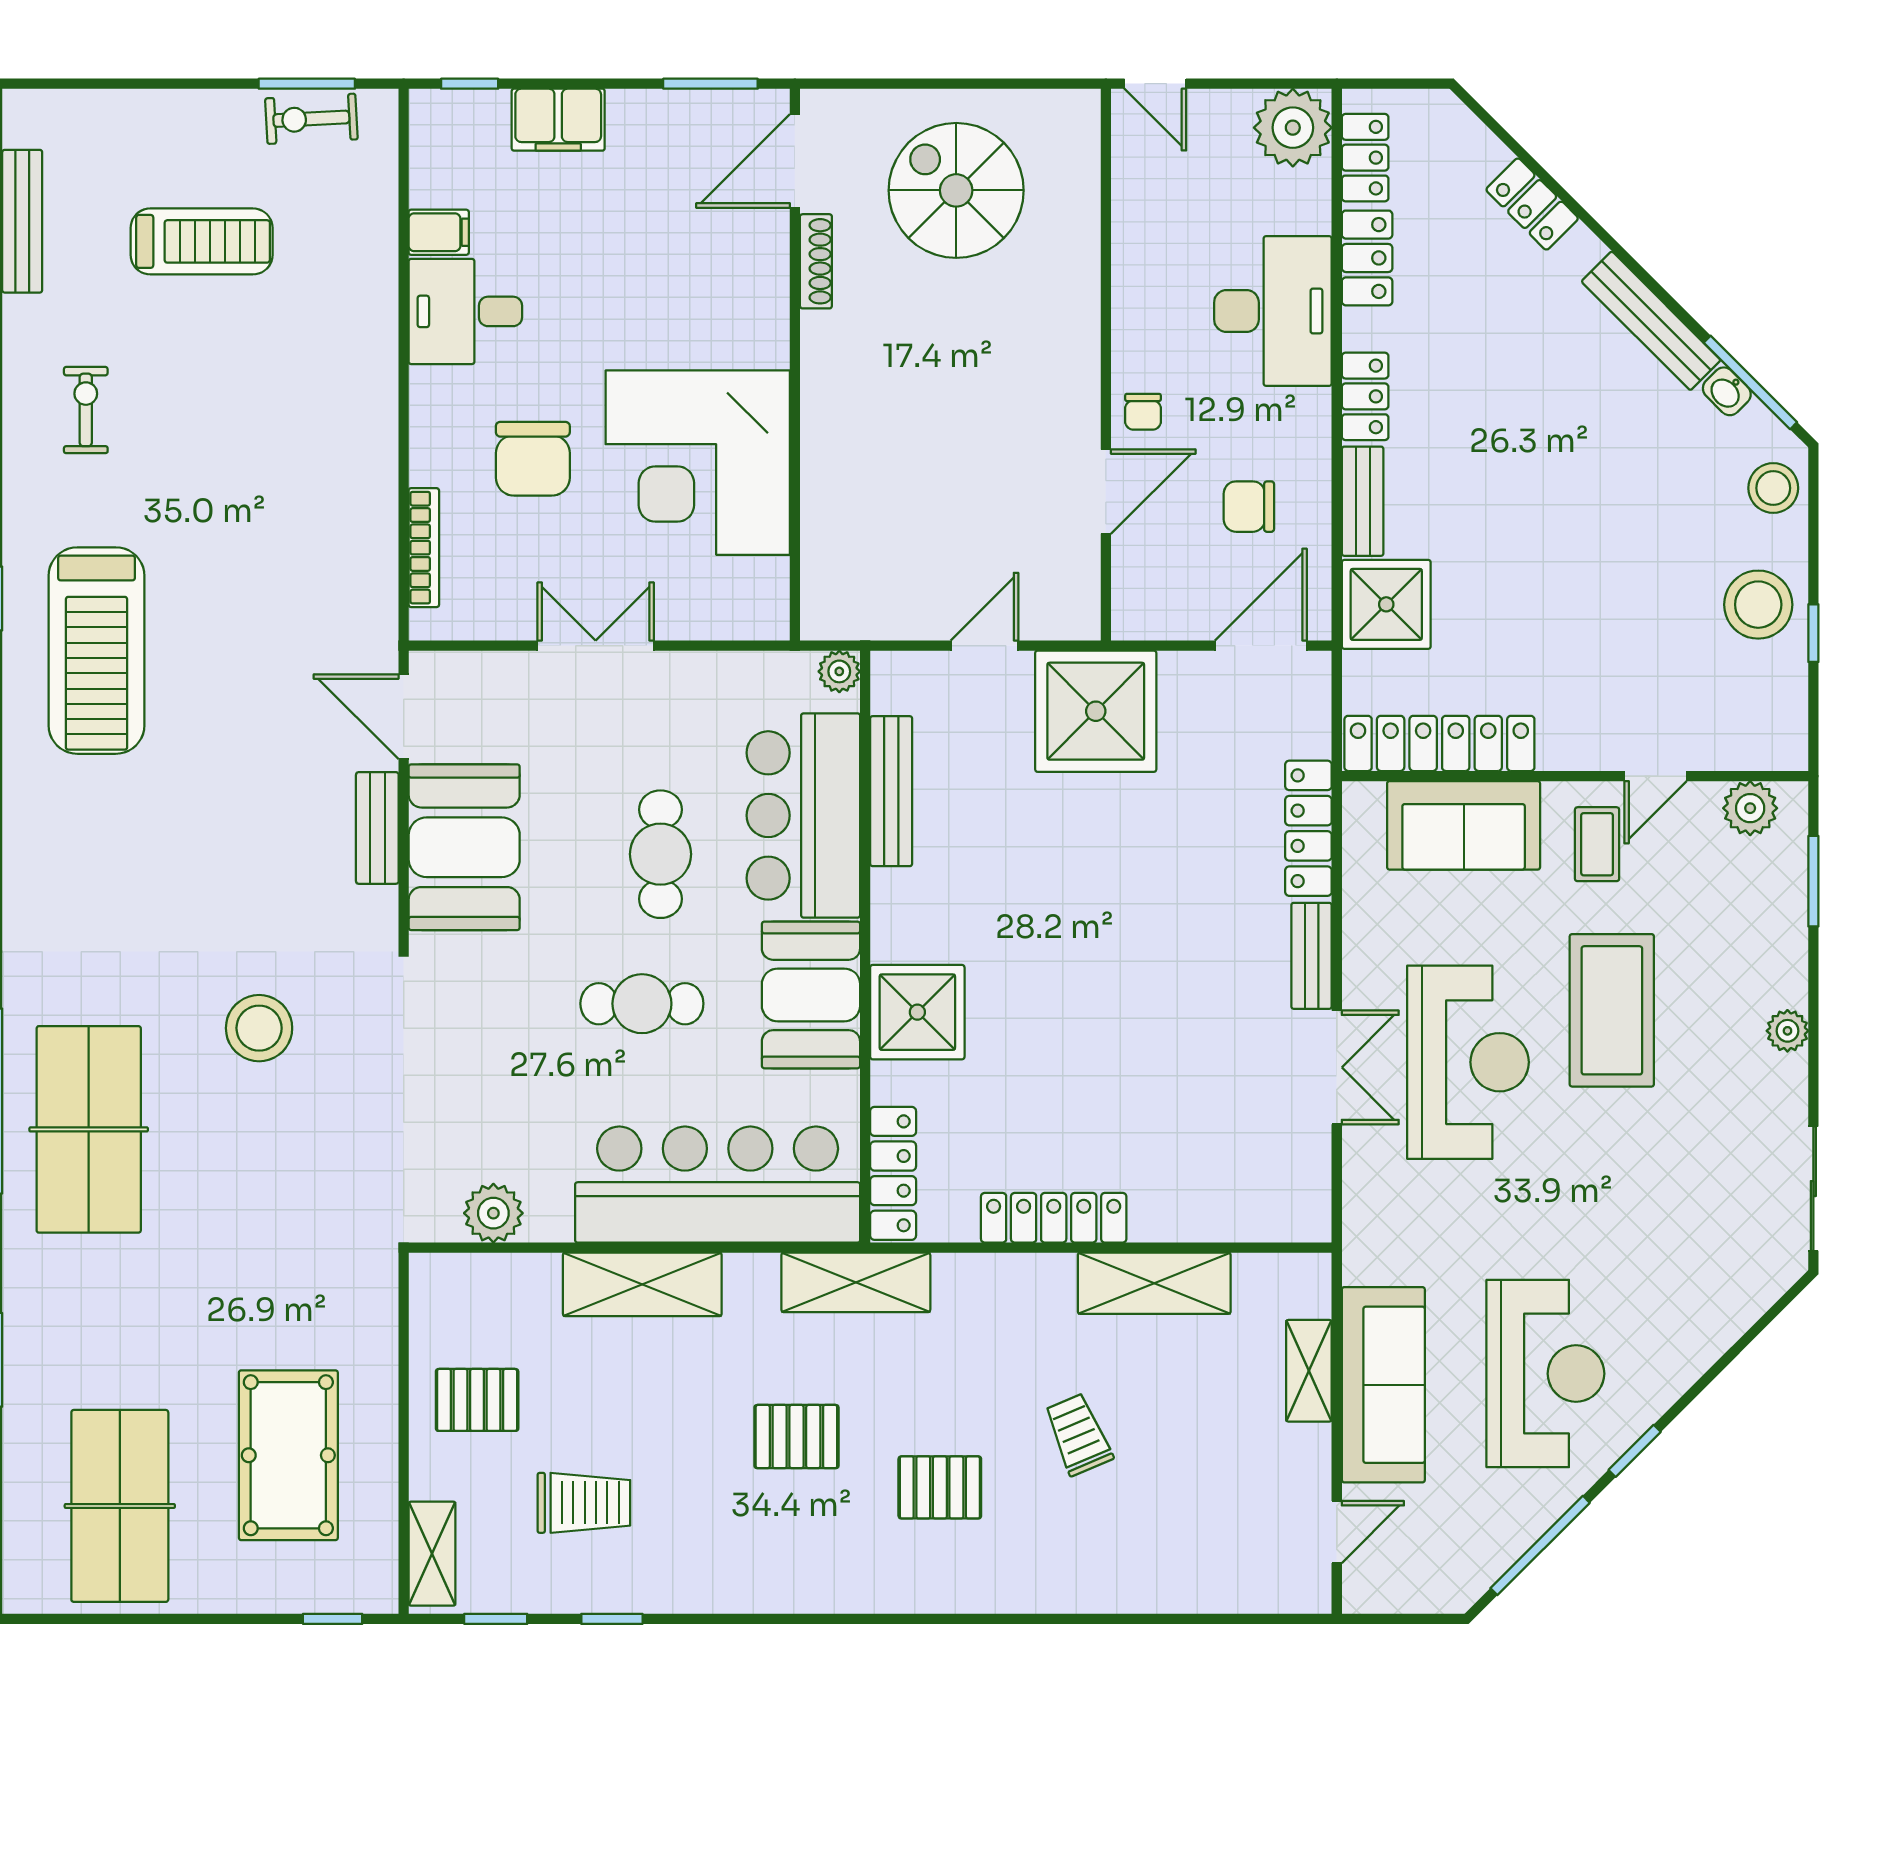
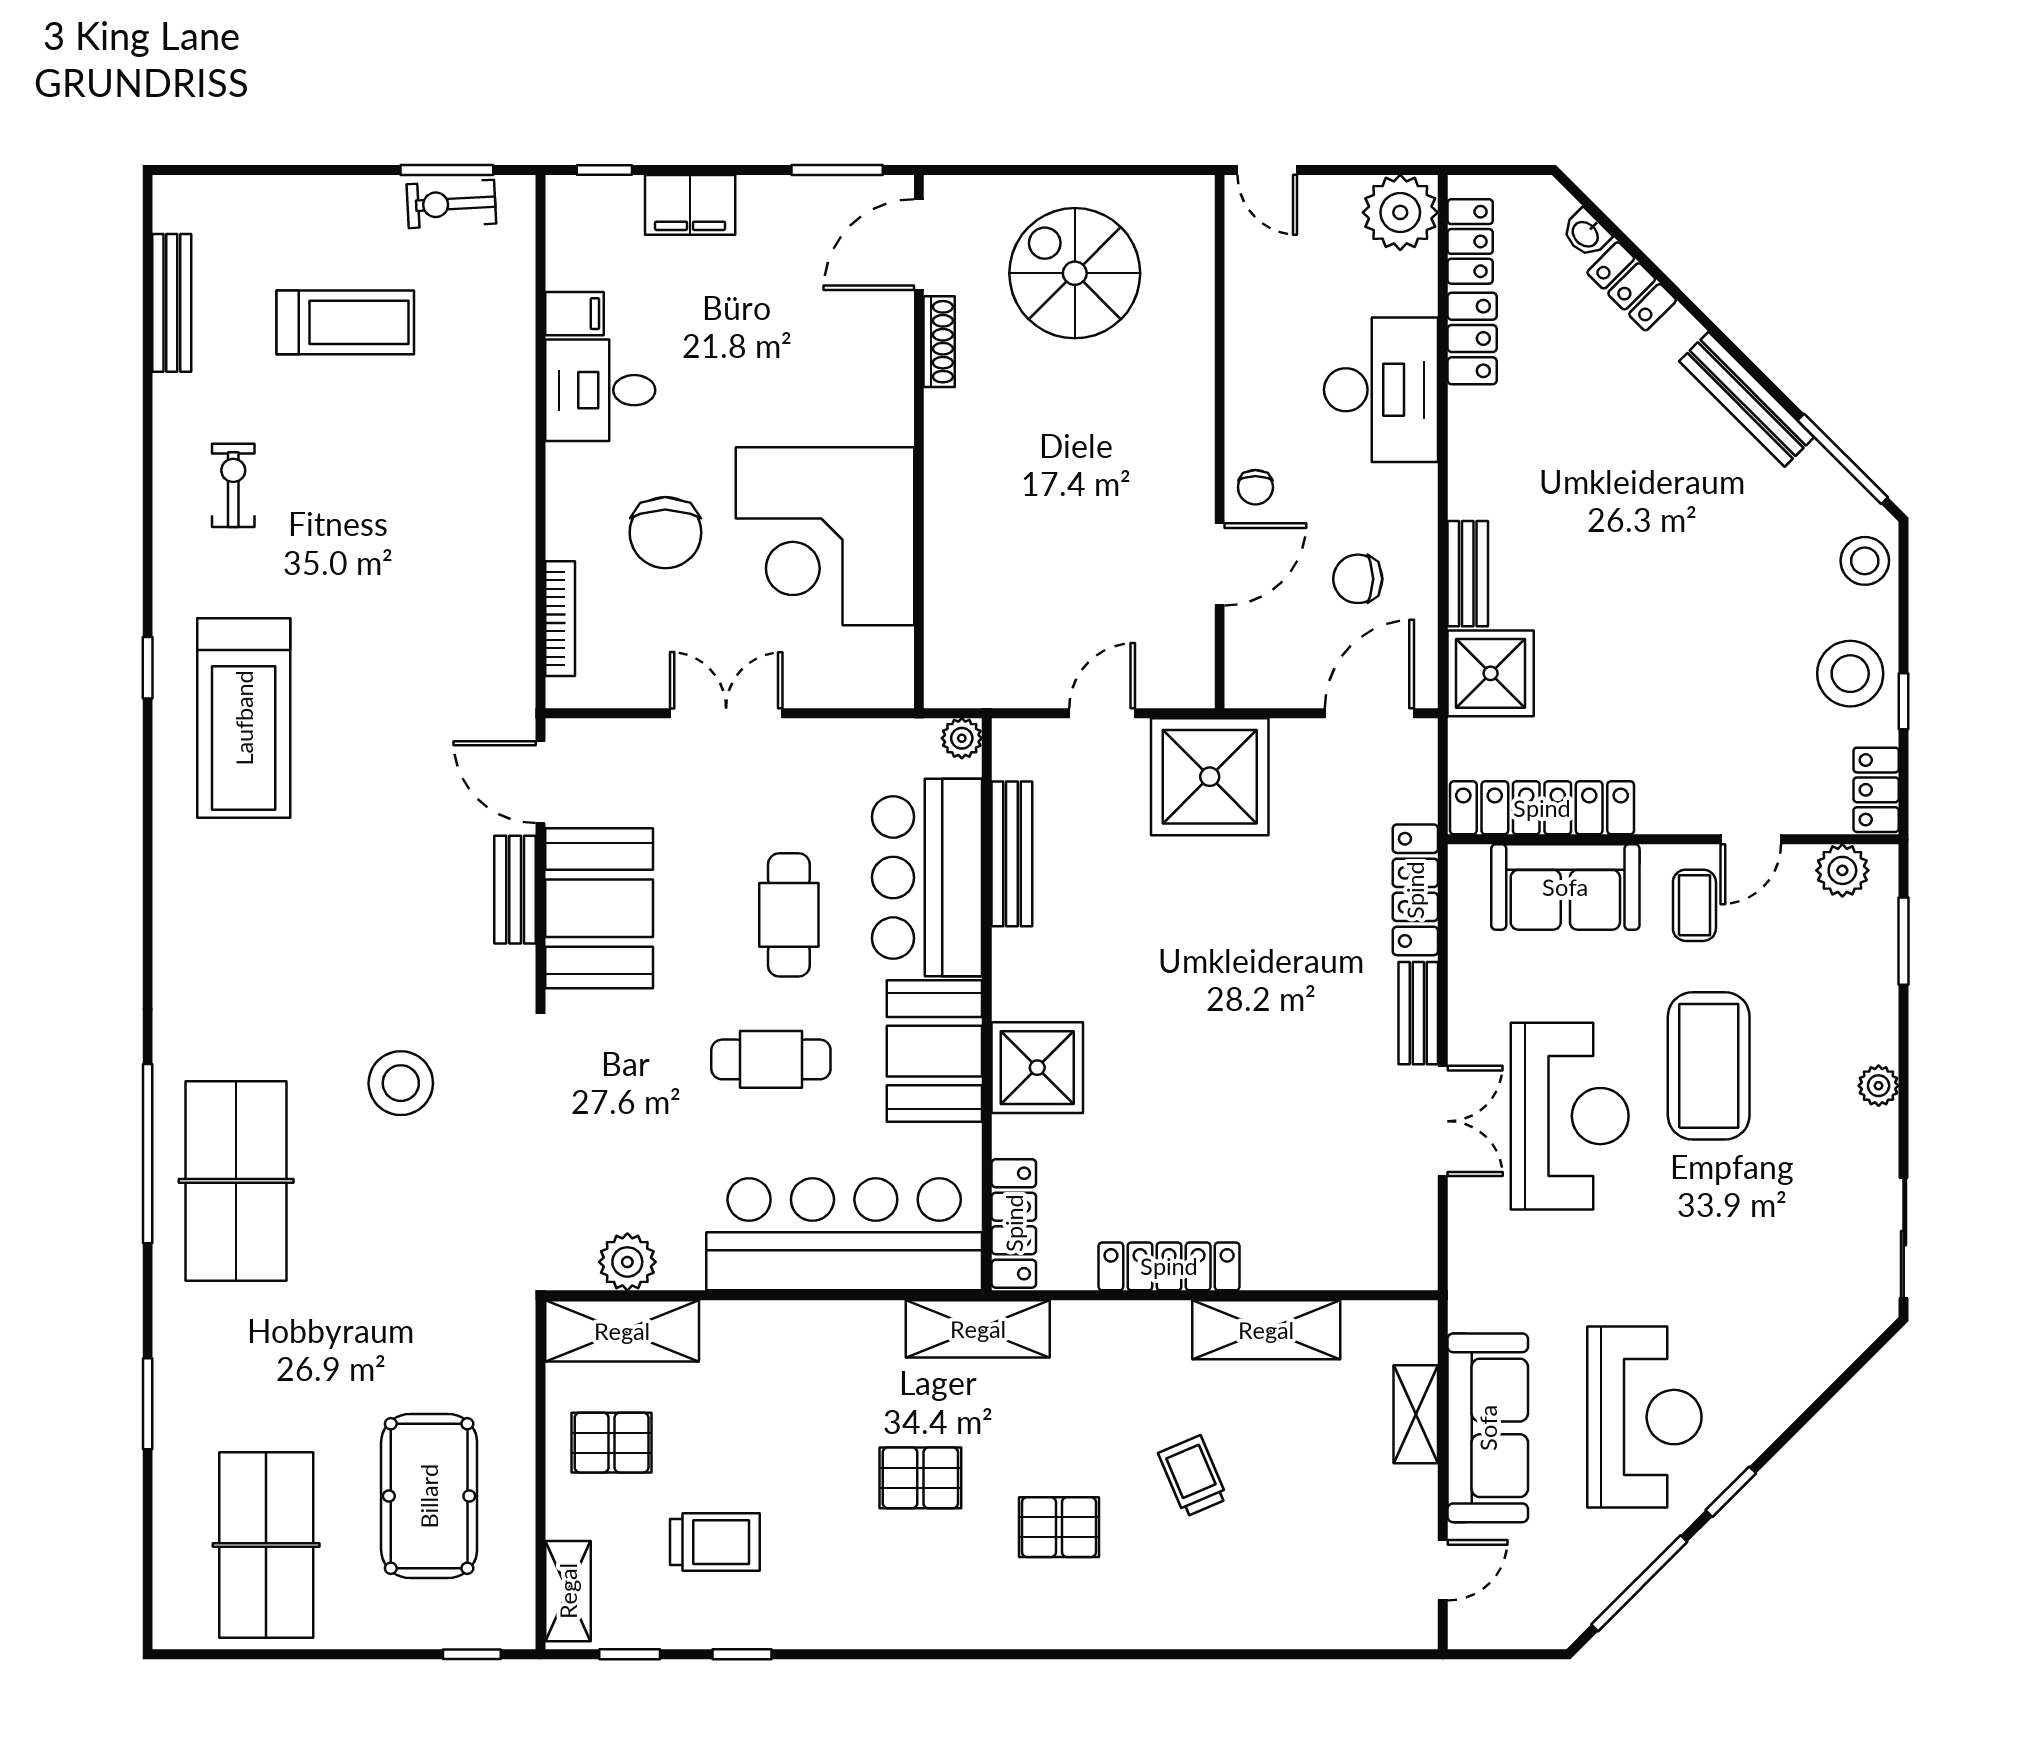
washbasin: (1727, 391) -> (1586, 234), moved
locker: (1365, 396) -> (1876, 790), moved, turned 180
shelving: (642, 1284) -> (622, 1331), moved

